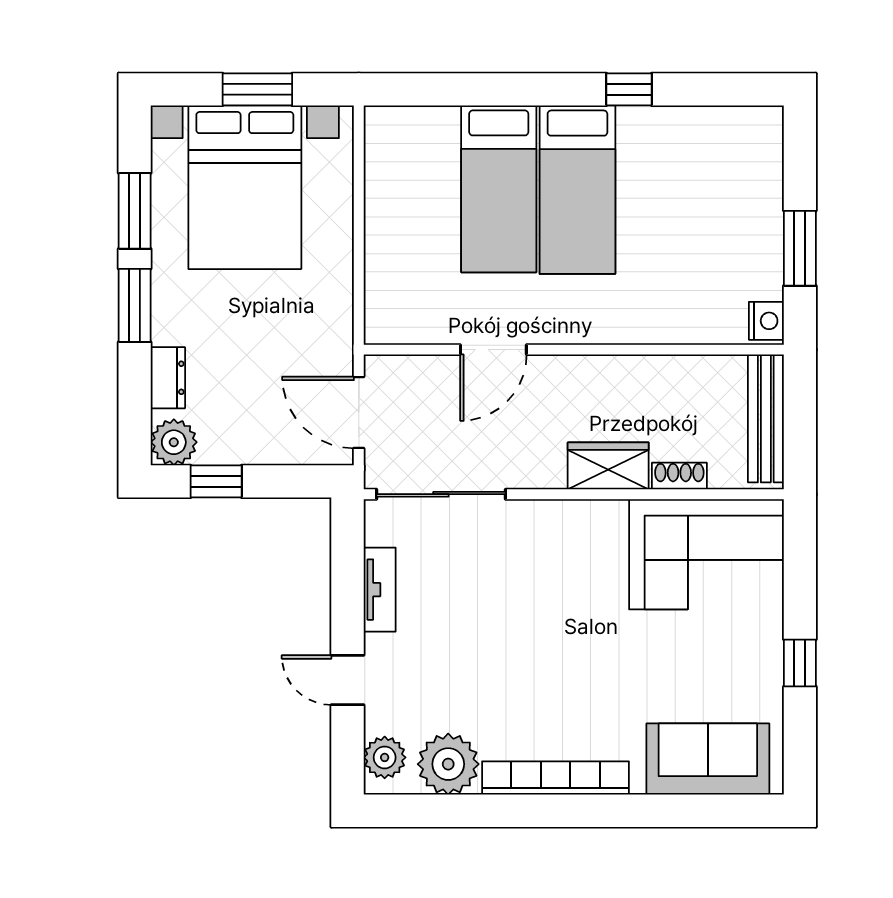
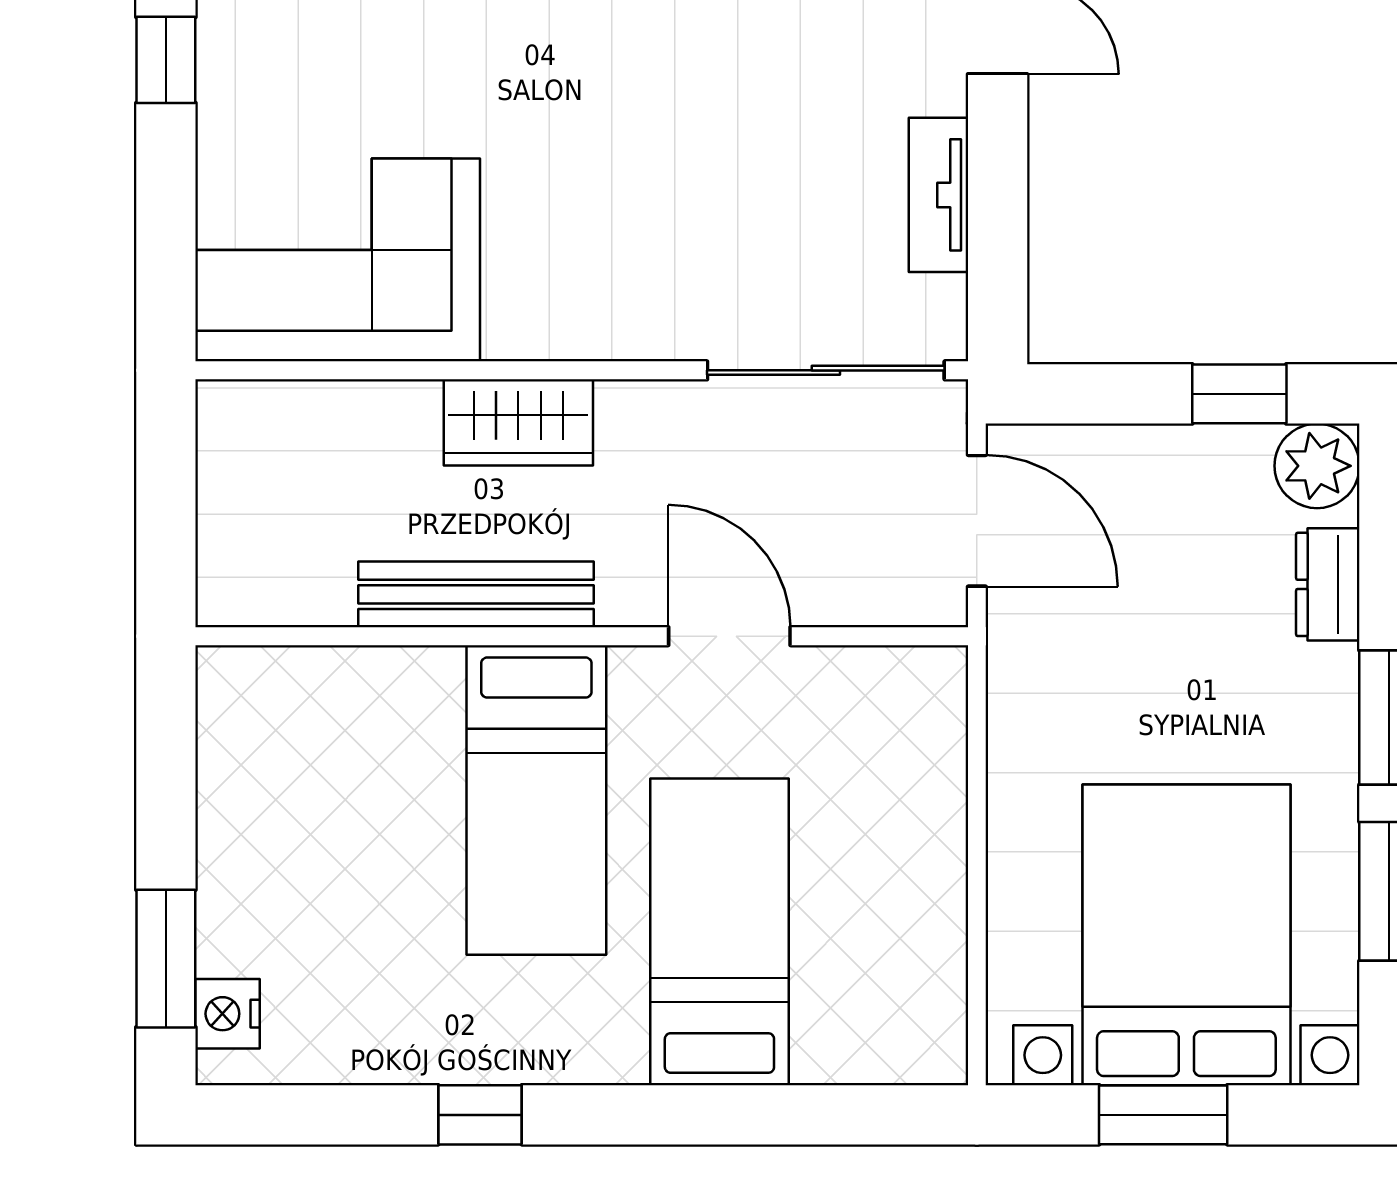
bed: (577, 190) -> (536, 800), moved, turned 180
window: (800, 248) -> (166, 959), moved
nightstand: (766, 321) -> (228, 1014), moved
door: (493, 350) -> (729, 636), hinge flipped
bench: (766, 418) -> (476, 594), moved, turned 90
shoe rack: (679, 476) -> (387, 404), removed

